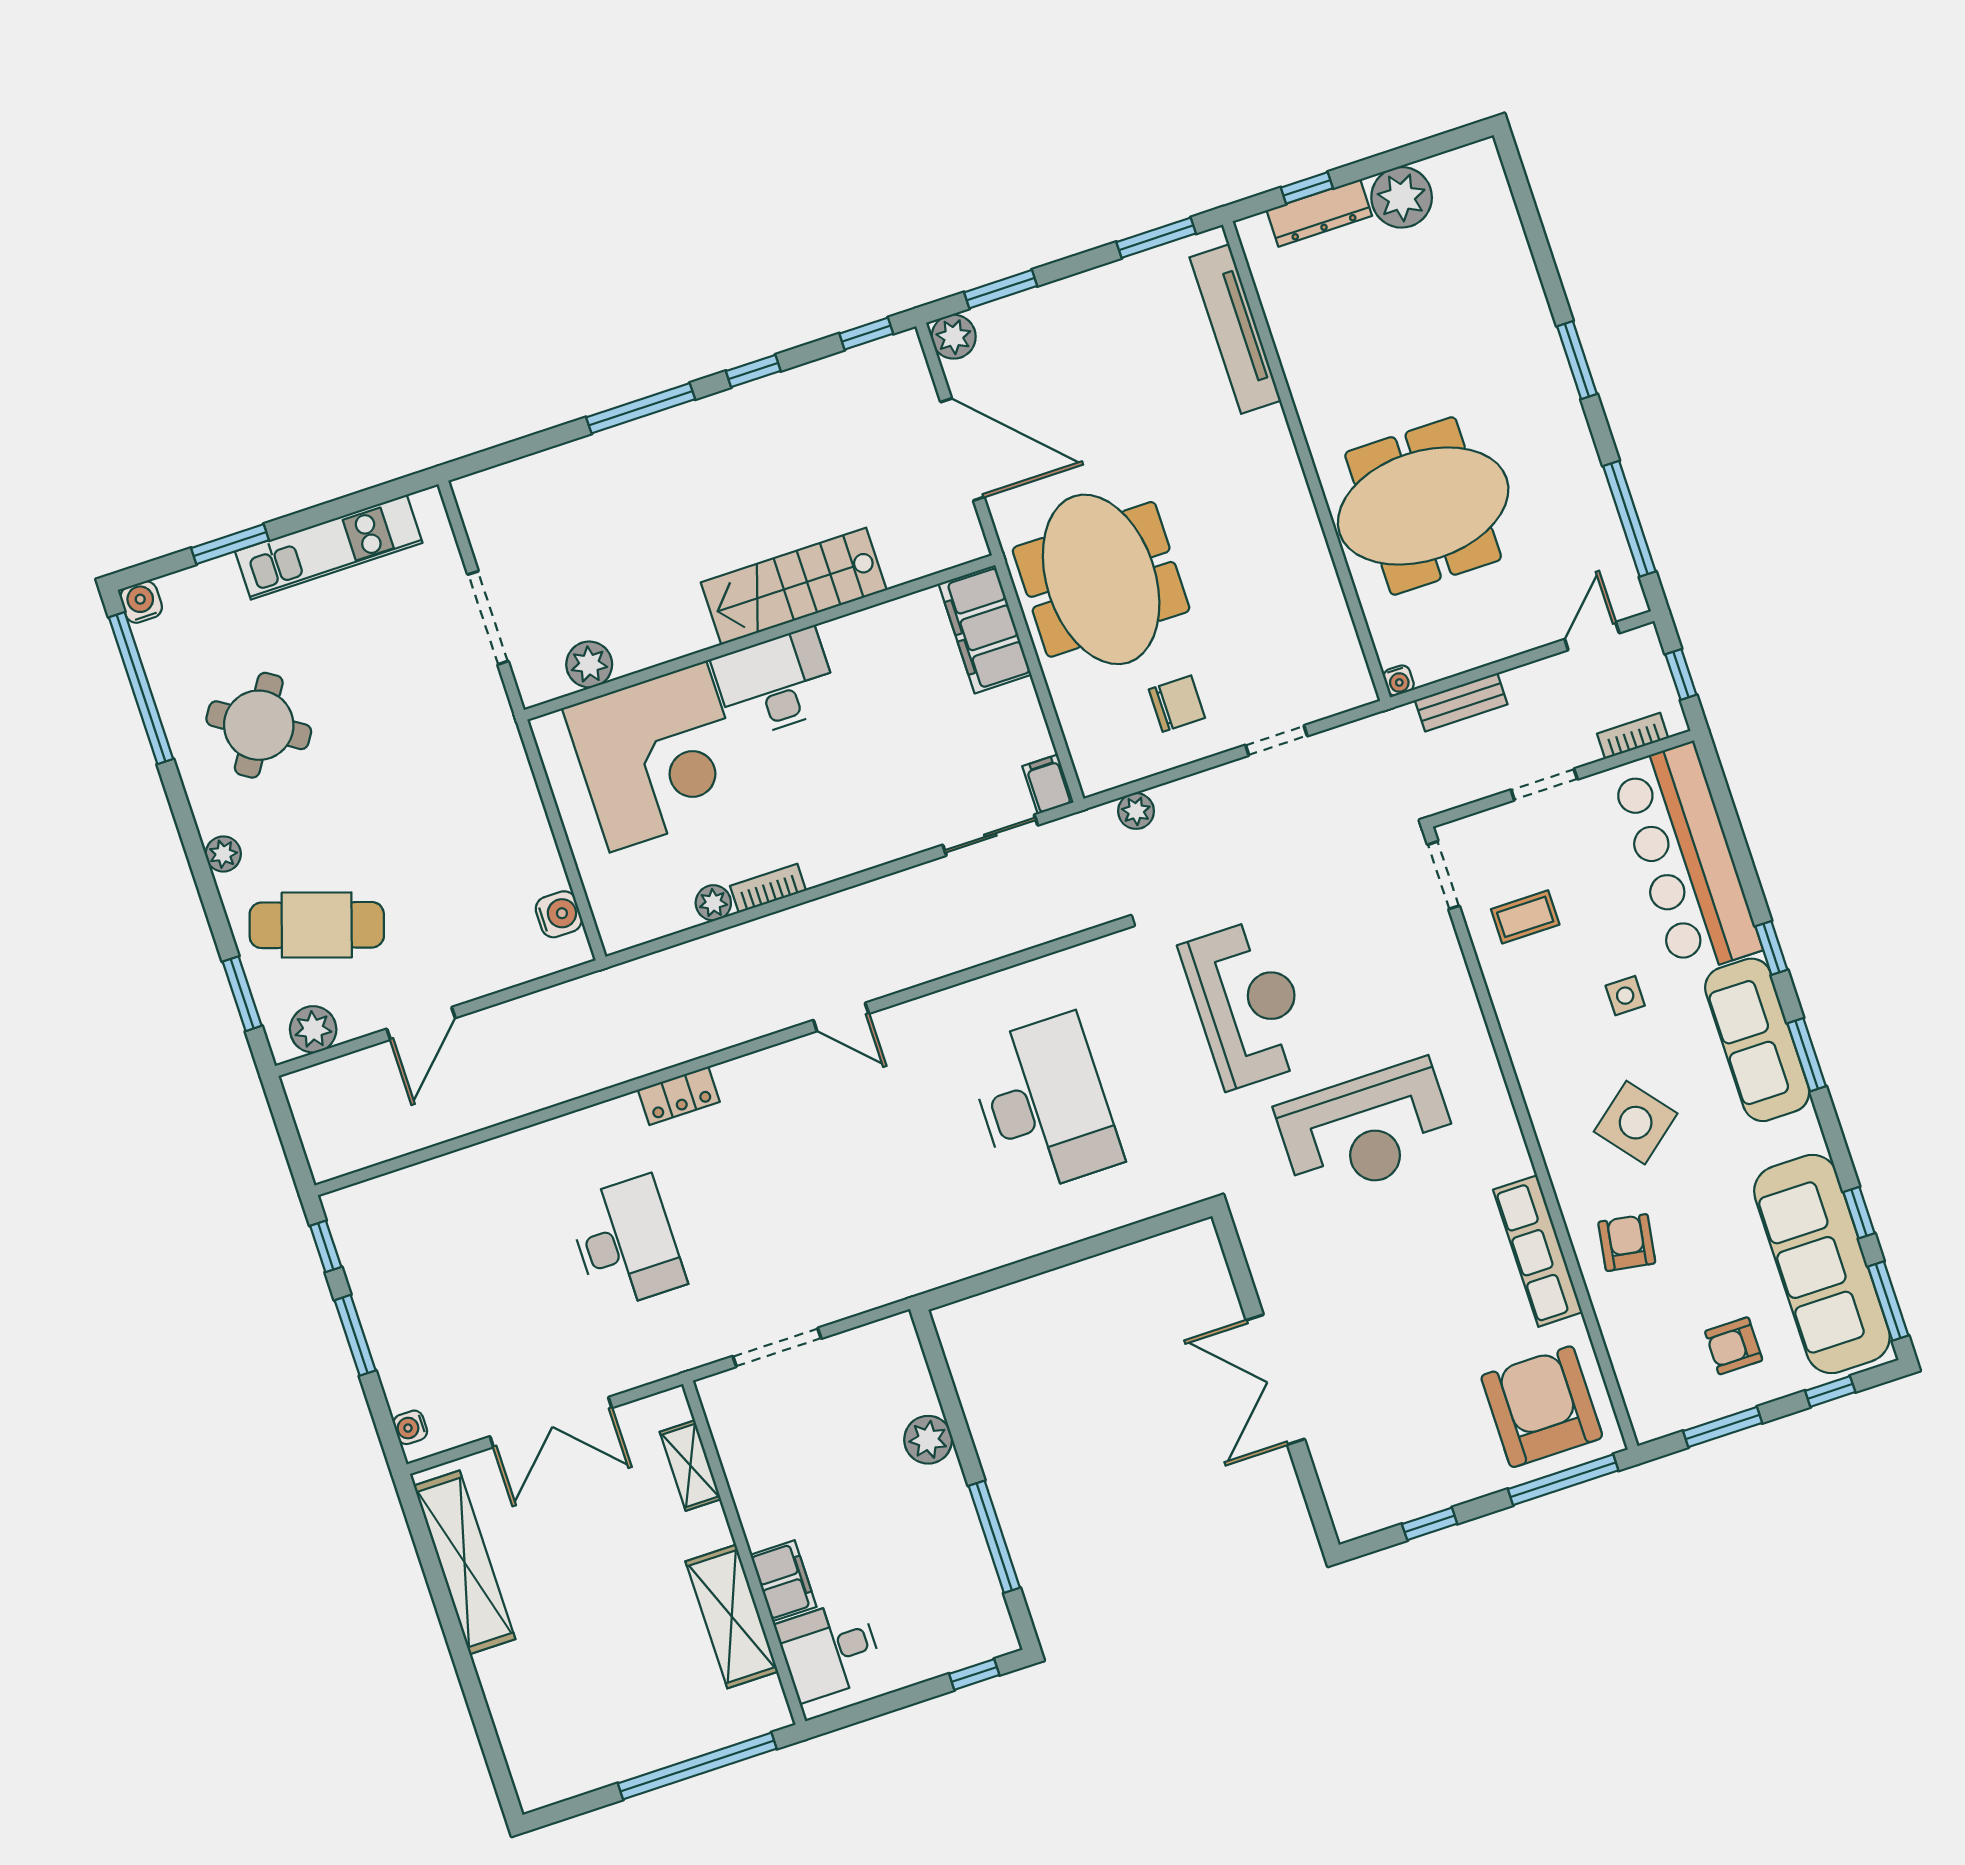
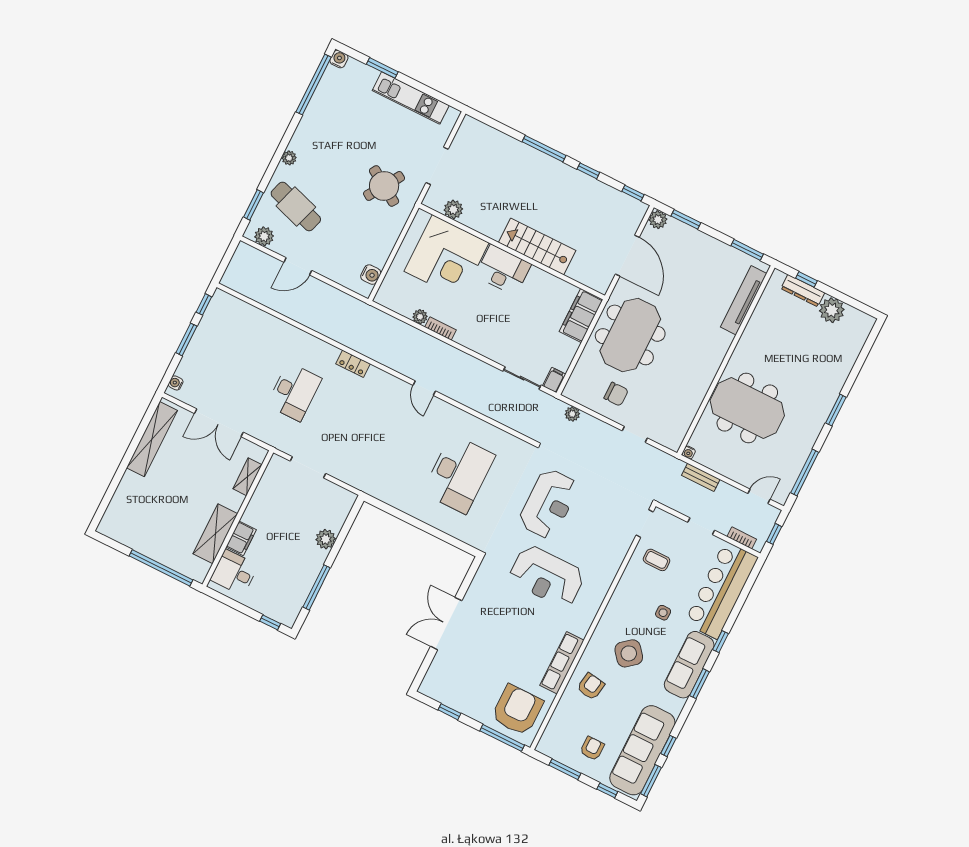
round table: (259, 725) -> (384, 186), moved
armchair: (1734, 1346) -> (592, 748), turned 90

